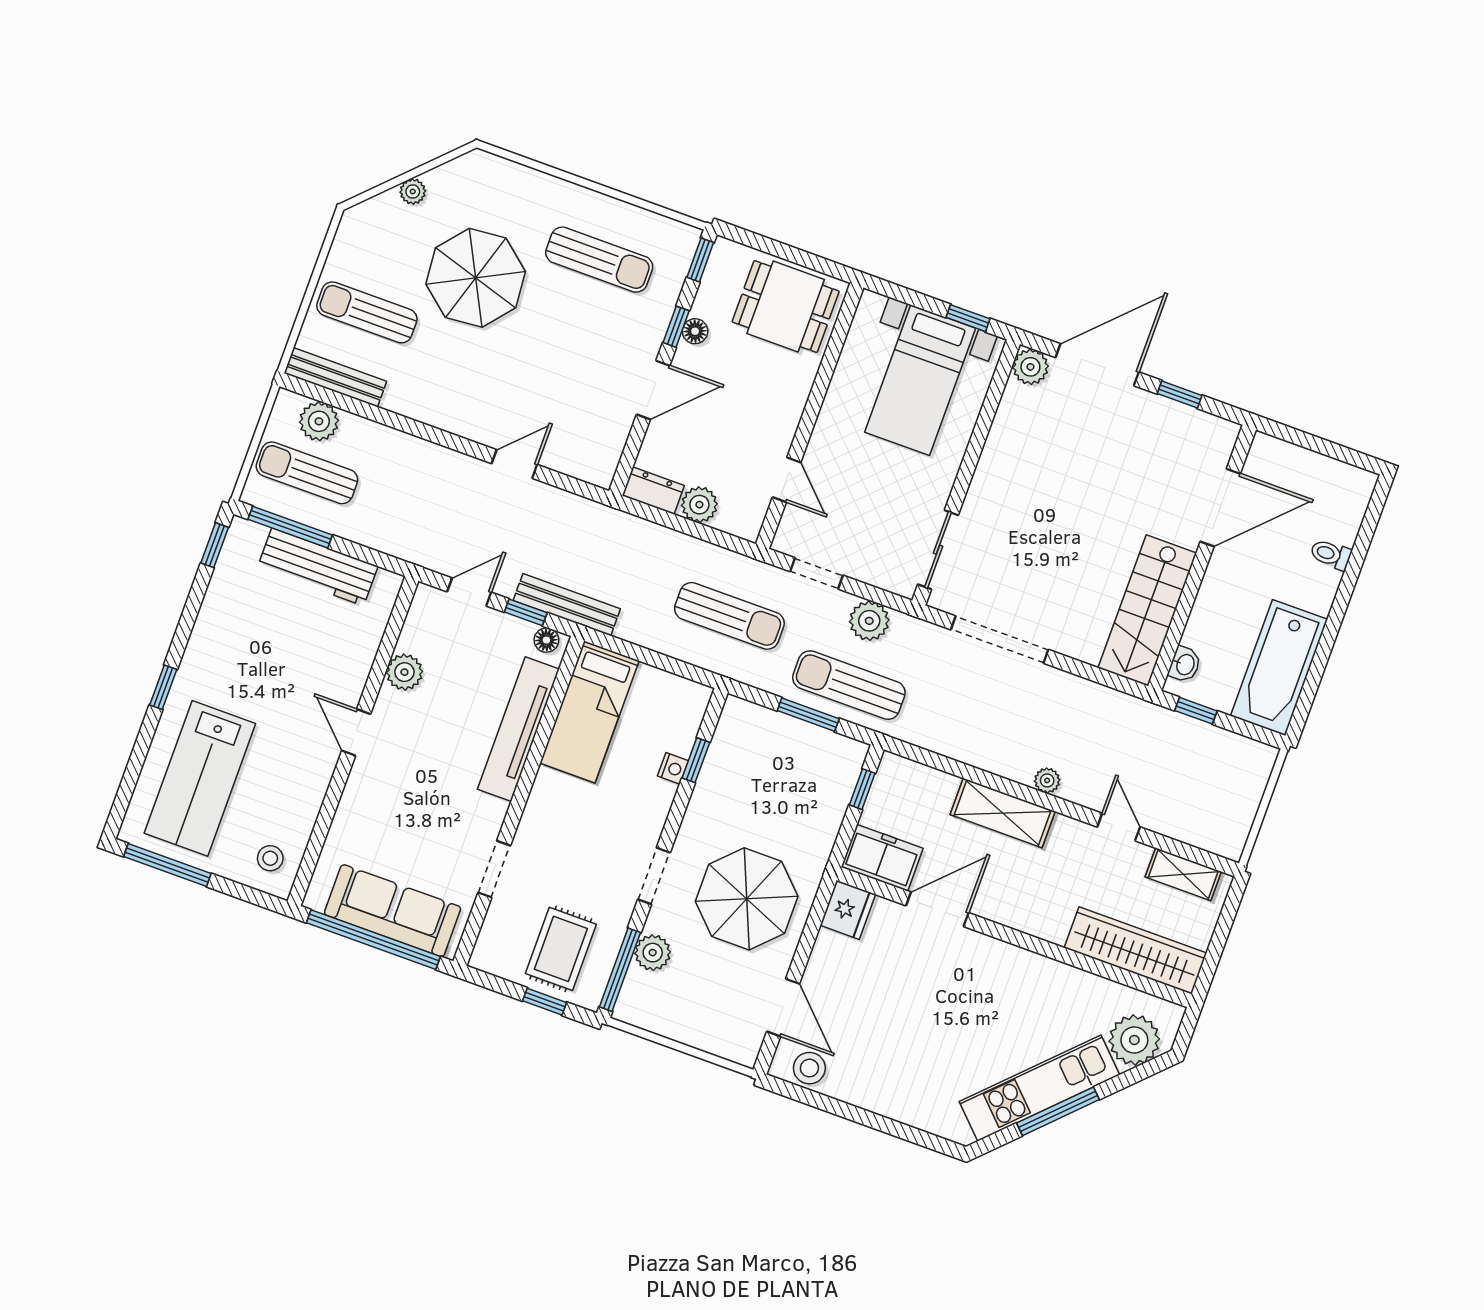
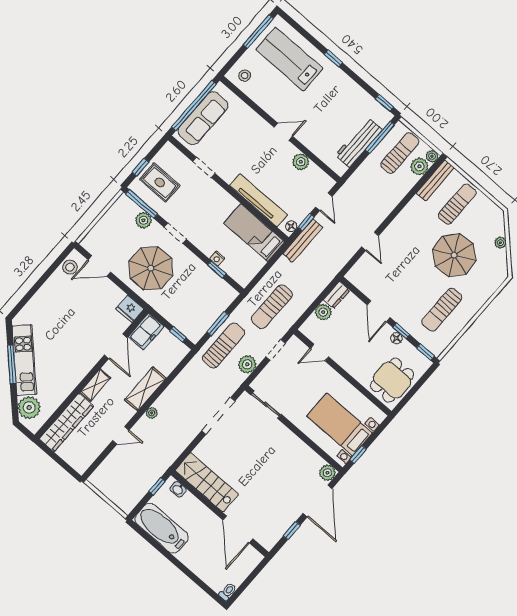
plant: (287, 403) -> (432, 156), added
toilet: (1331, 554) -> (228, 592), moved
shelving: (1183, 874) -> (95, 385), moved

